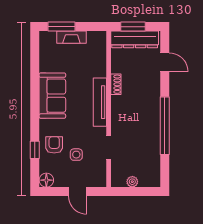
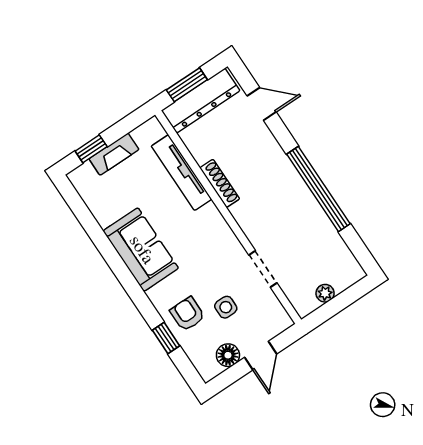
window: (61, 27) -> (91, 149), width x0.67
shoe rack: (116, 84) -> (220, 183), width x1.43
tv unit: (100, 102) -> (181, 173), moved
floor lamp: (46, 180) -> (228, 355), moved
door: (78, 192) -> (261, 356), hinge flipped

